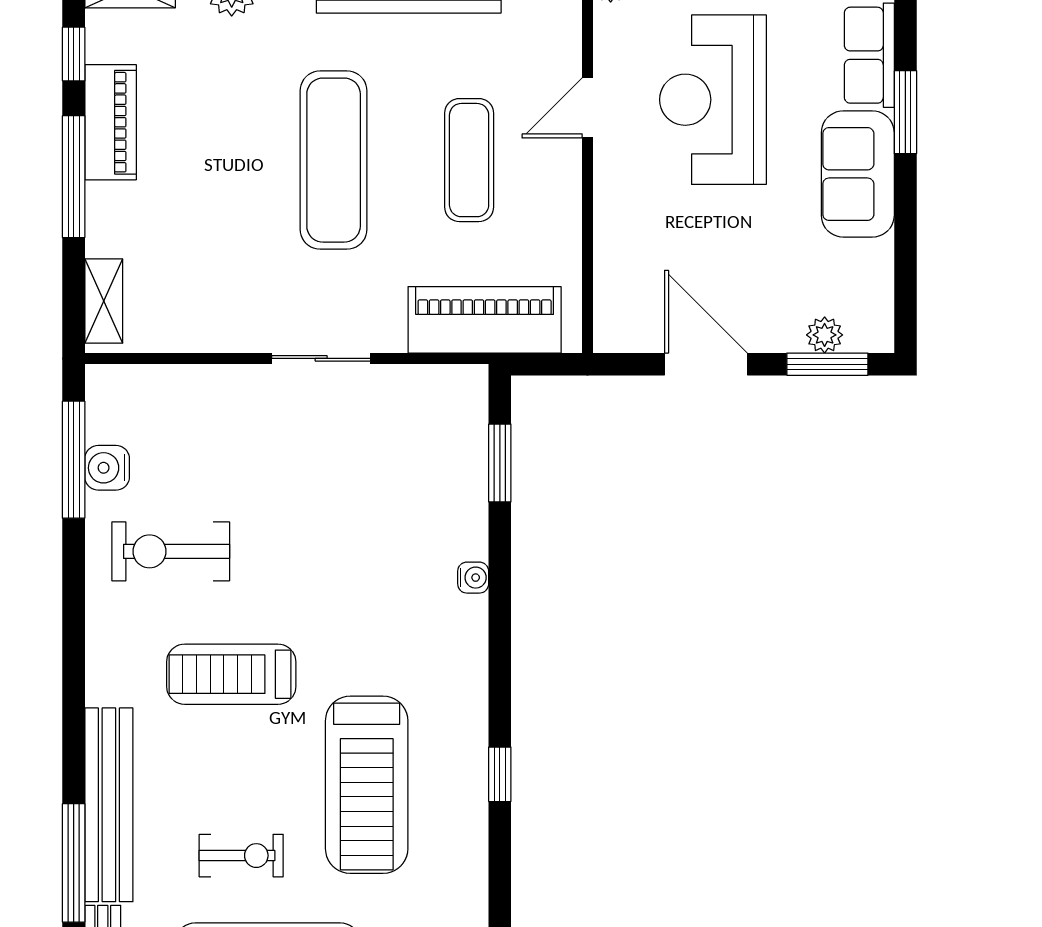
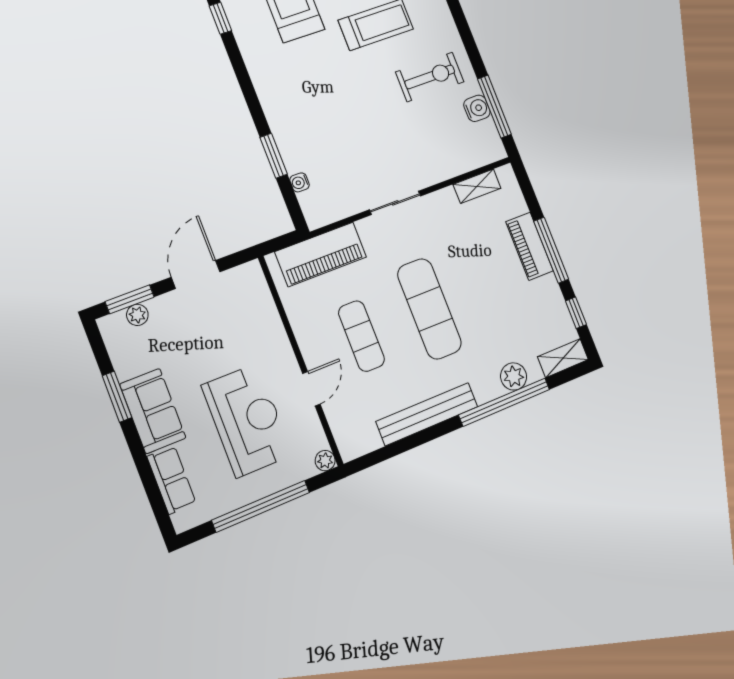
window: (905, 112) -> (117, 397), moved
piano: (111, 122) -> (530, 246), moved
shelving: (104, 301) -> (477, 186), moved, turned 90
door: (706, 364) -> (196, 275), swing flipped
window: (500, 463) -> (274, 156), moved
water cooler: (473, 578) -> (300, 182), moved

